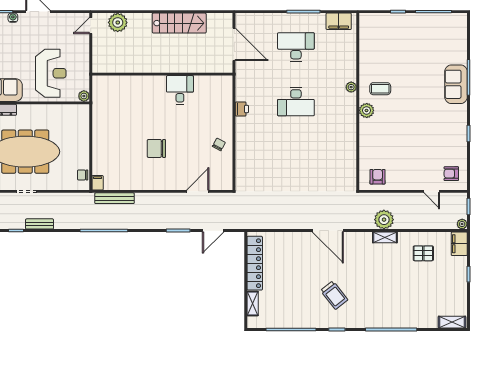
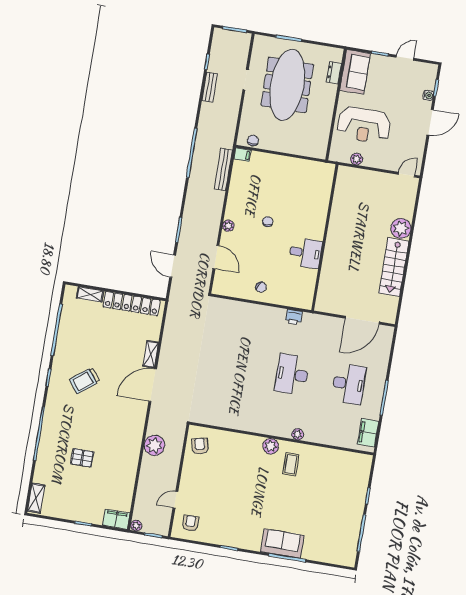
plant: (118, 22) -> (401, 228), moved
door: (91, 26) -> (407, 175), hinge flipped
wall: (162, 74) -> (325, 237), moved
desk: (180, 90) -> (305, 253), moved
plant: (84, 96) -> (357, 159), moved
chair: (156, 148) -> (268, 222), width x0.54, depth x0.54
armchair: (378, 177) -> (200, 446), turned -104
plant: (166, 185) -> (228, 226), added
shelving: (385, 237) -> (151, 354), moved
pallet: (423, 253) -> (82, 458), moved, turned 90

